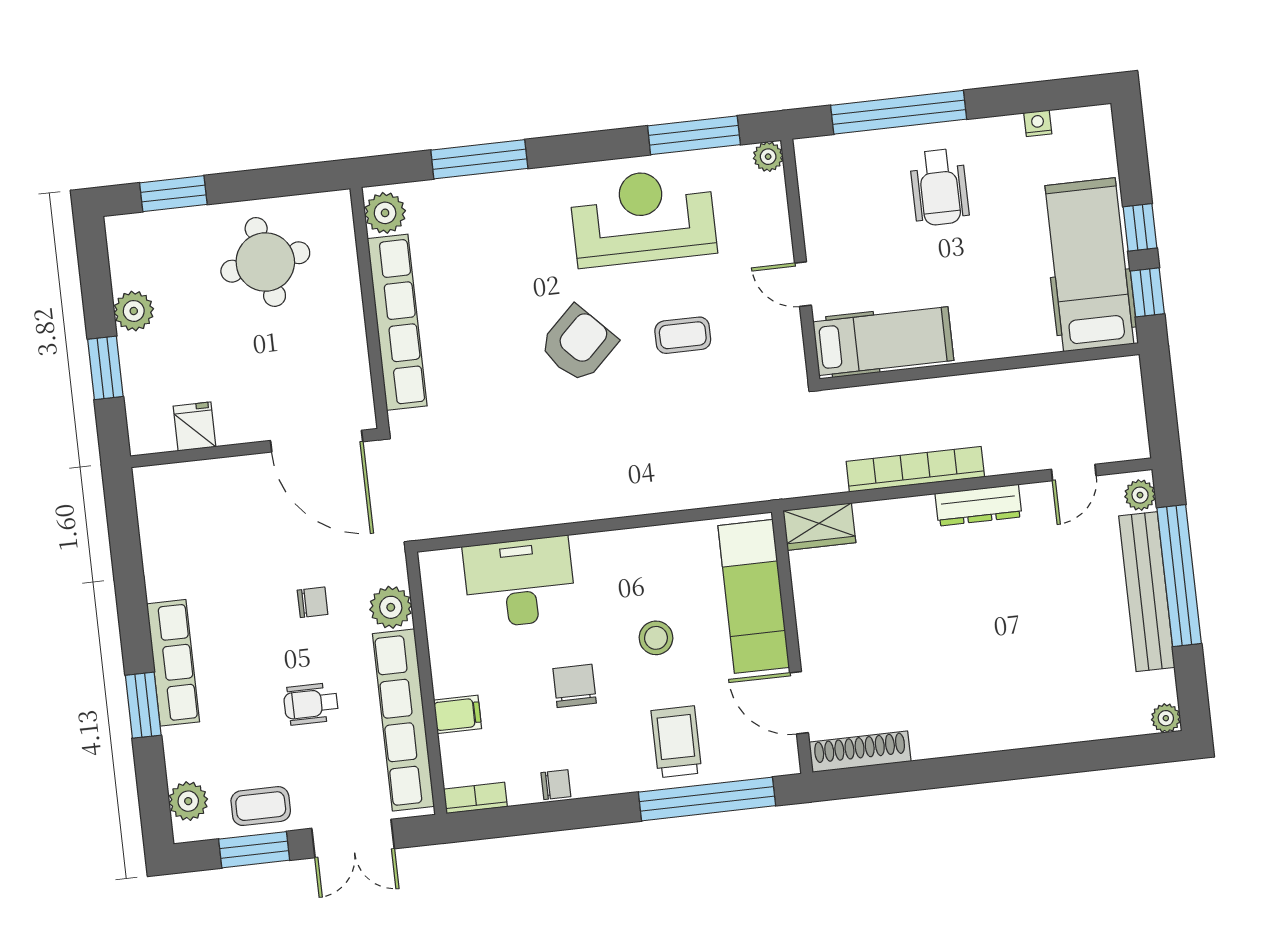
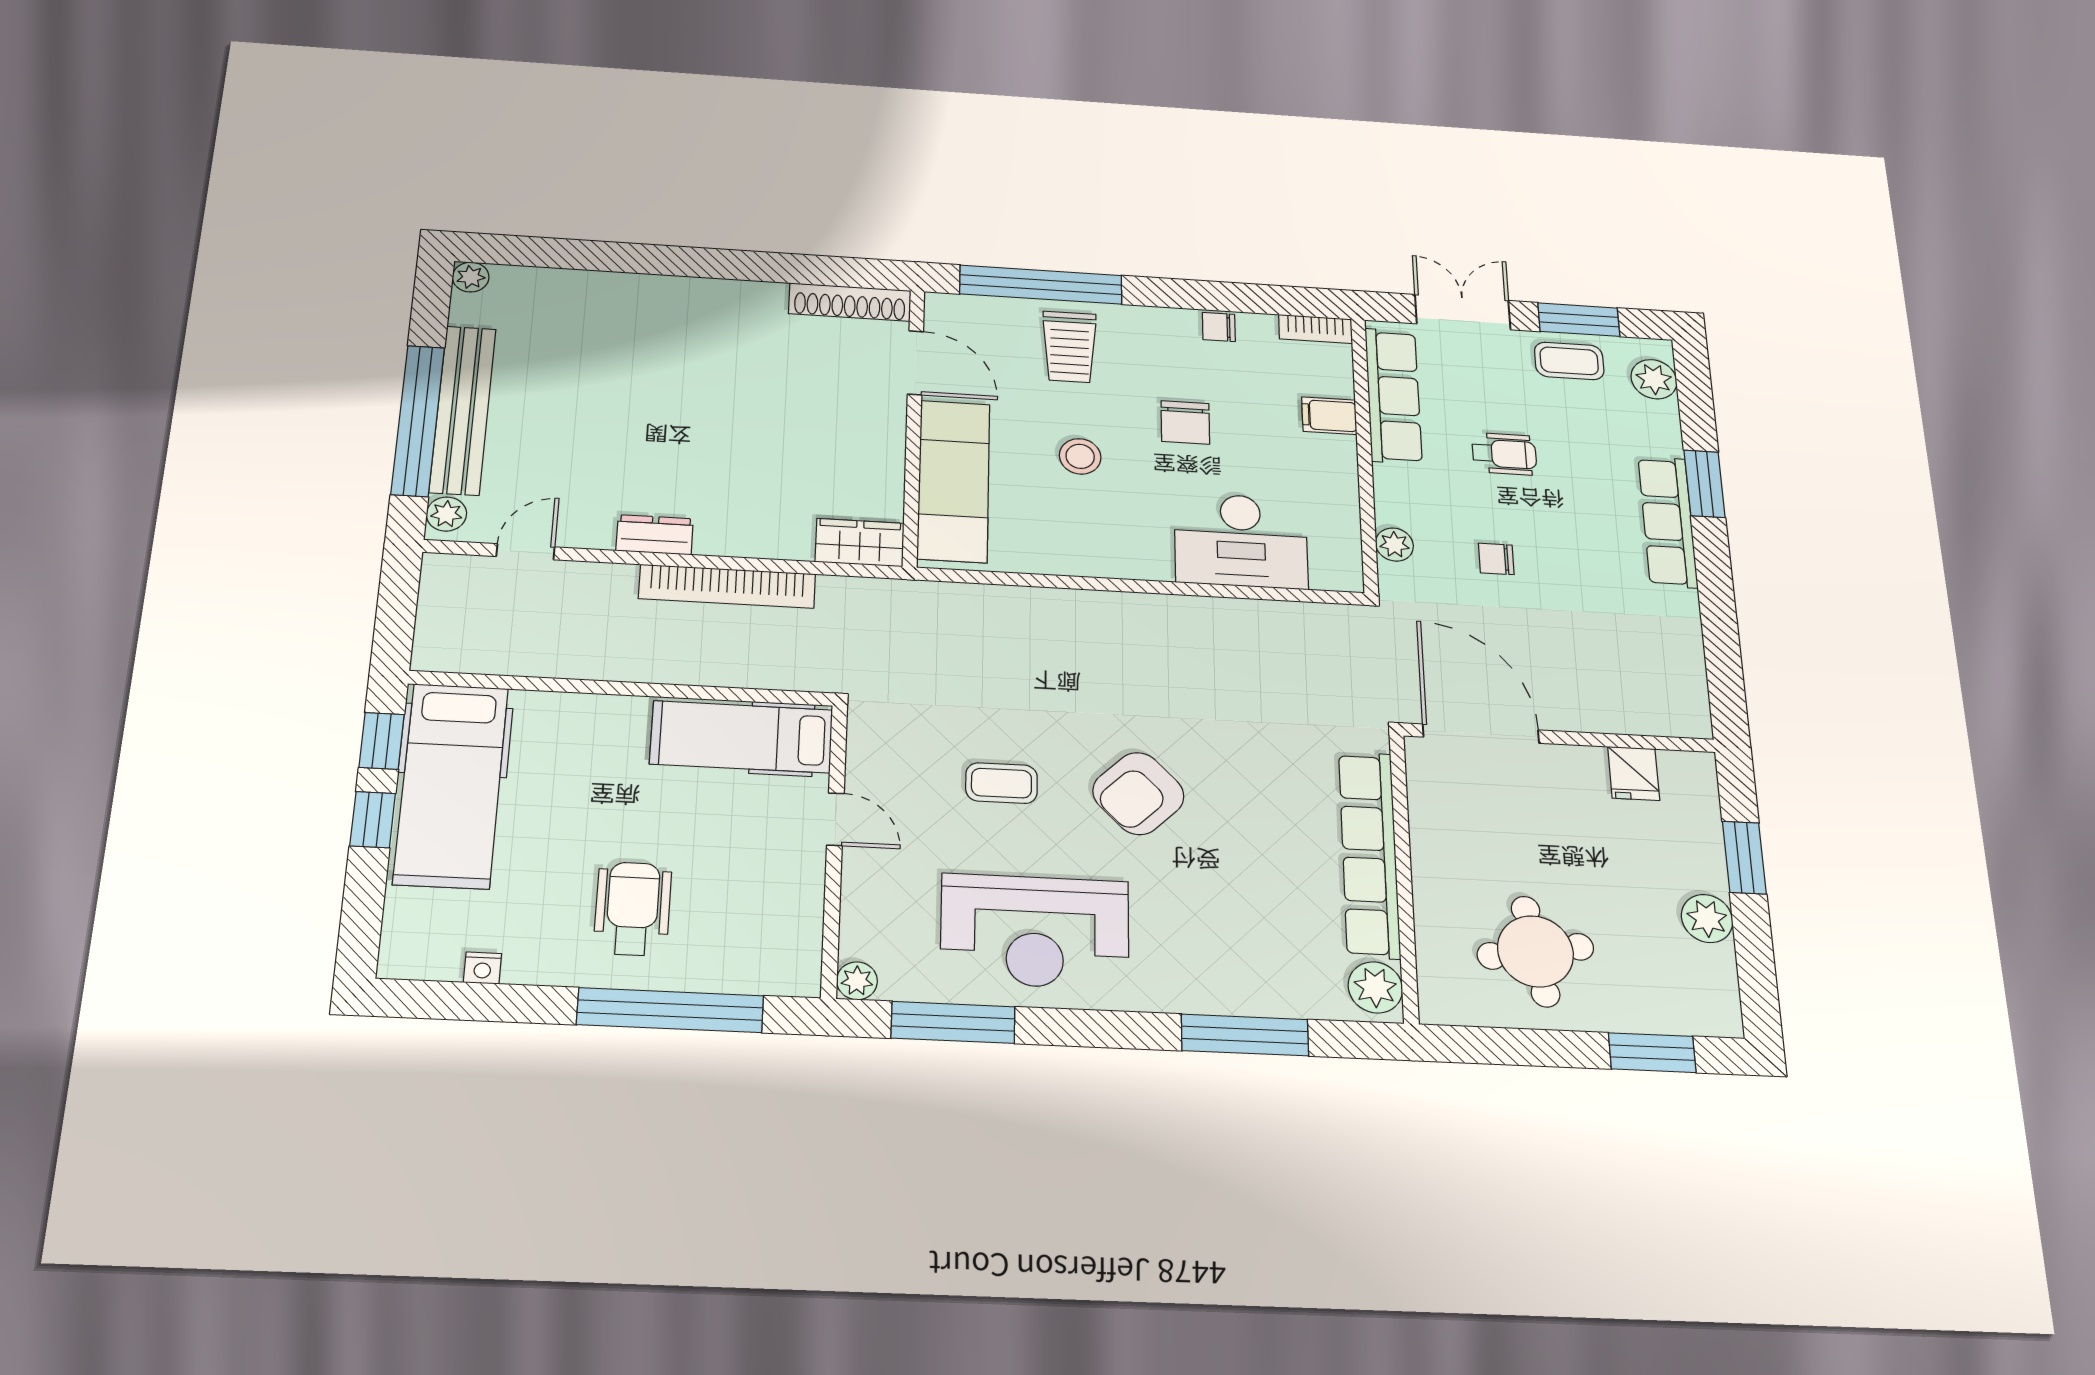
dresser: (978, 505) -> (655, 535), width x0.70
plant: (391, 607) -> (1394, 545), width x0.73, depth x0.73
row of seats: (403, 720) -> (1393, 396), width x0.73

